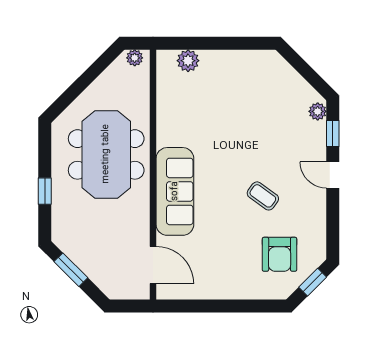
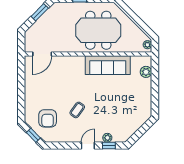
plant: (318, 111) -> (107, 138), moved
sofa: (175, 191) -> (108, 65), moved
armchair: (280, 254) -> (48, 118), turned -90

